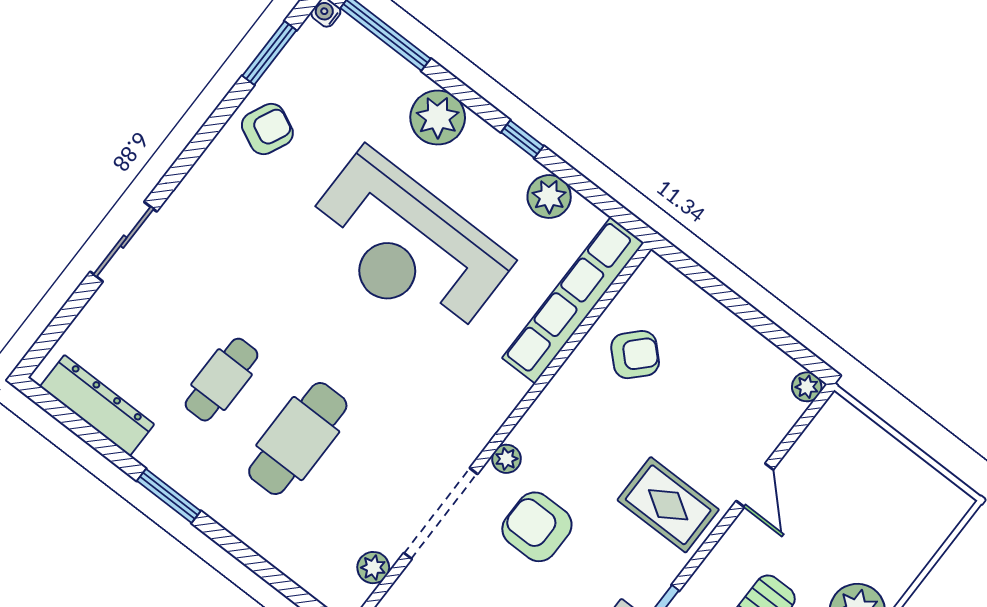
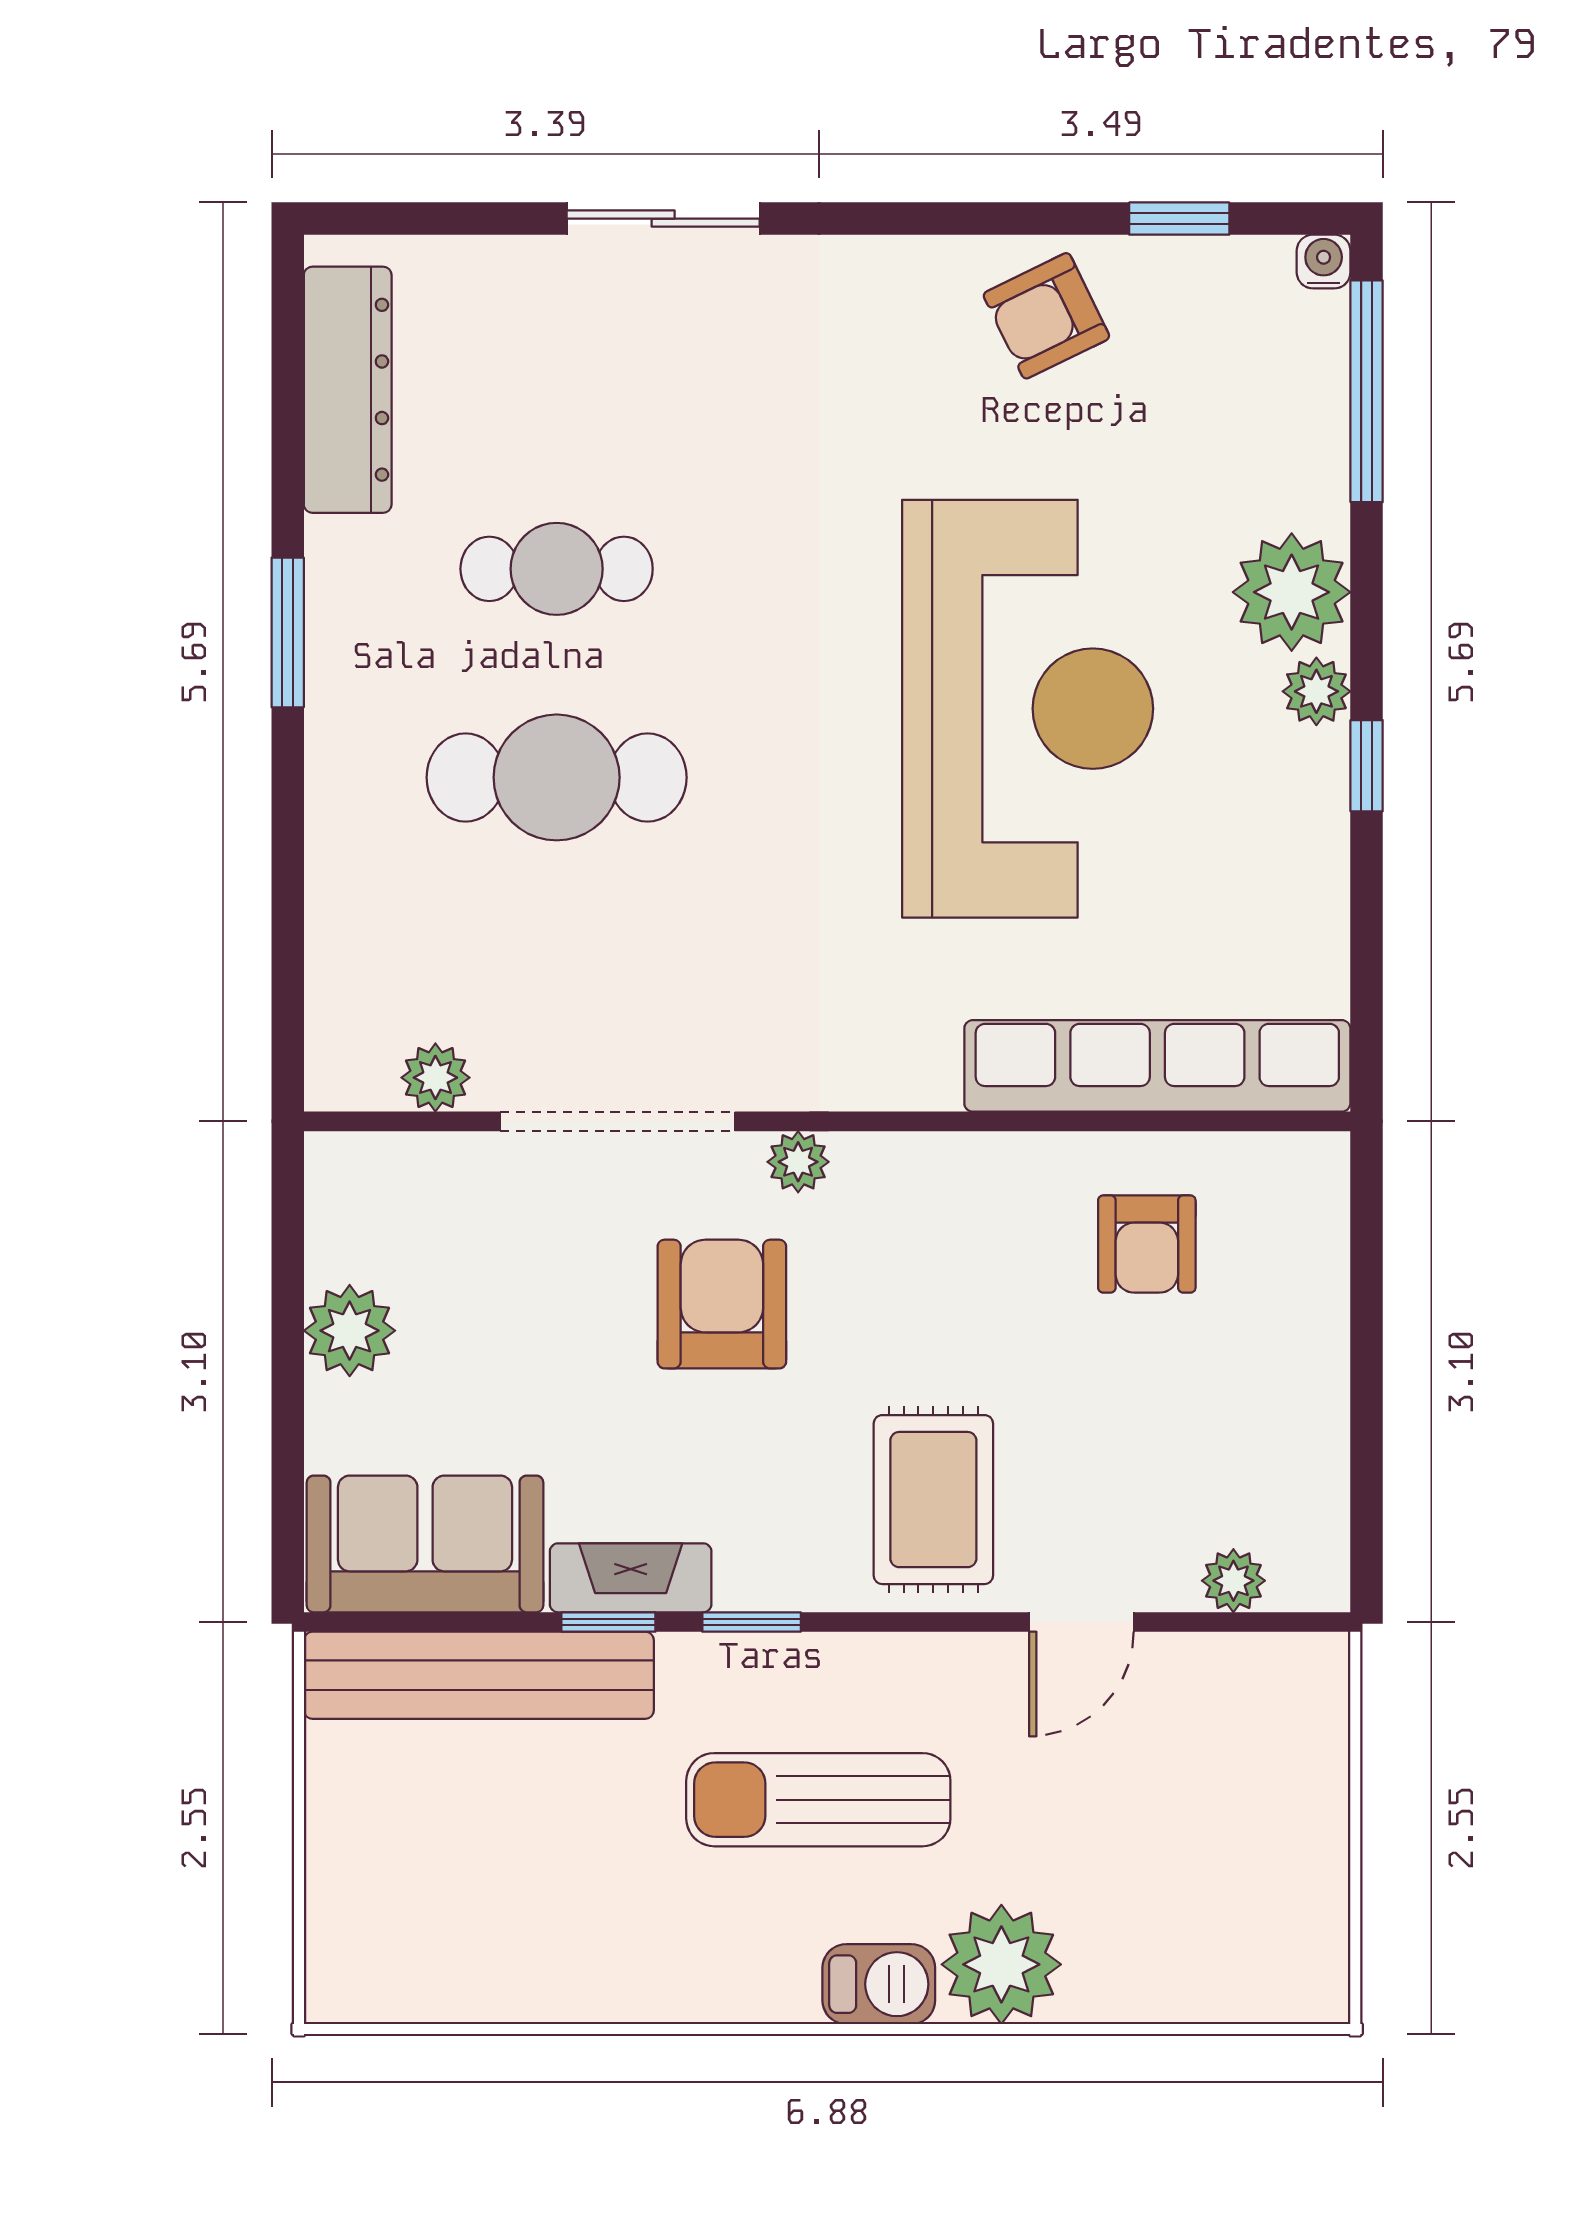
window: (269, 53) -> (1179, 219), width x0.67
armchair: (267, 129) -> (1046, 316), turned 129
plant: (549, 197) -> (1316, 691), moved, width x0.73, depth x0.73
reception desk: (406, 247) -> (1028, 709), turned 180
armchair: (635, 355) -> (1147, 1244), turned 46
plant: (807, 387) -> (1233, 1581), moved

